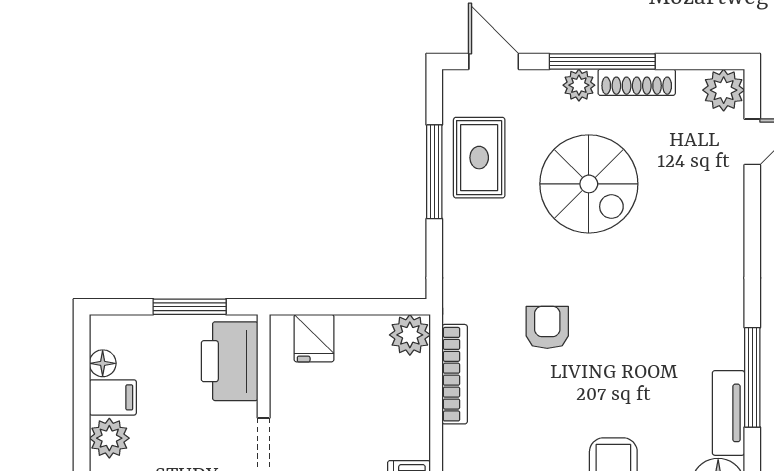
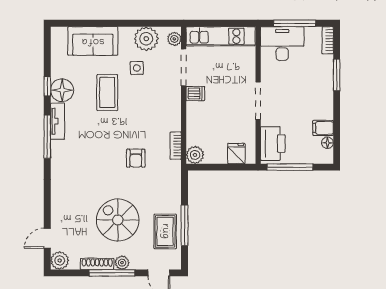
window: (190, 307) -> (290, 167), width x1.44
bookcase: (455, 374) -> (176, 146), width x0.64
plant: (109, 438) -> (325, 110), removed

